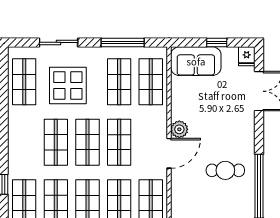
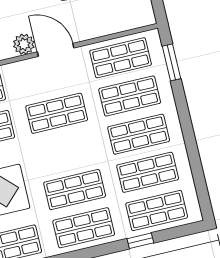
shop shelf: (87, 142) -> (84, 228), moved

